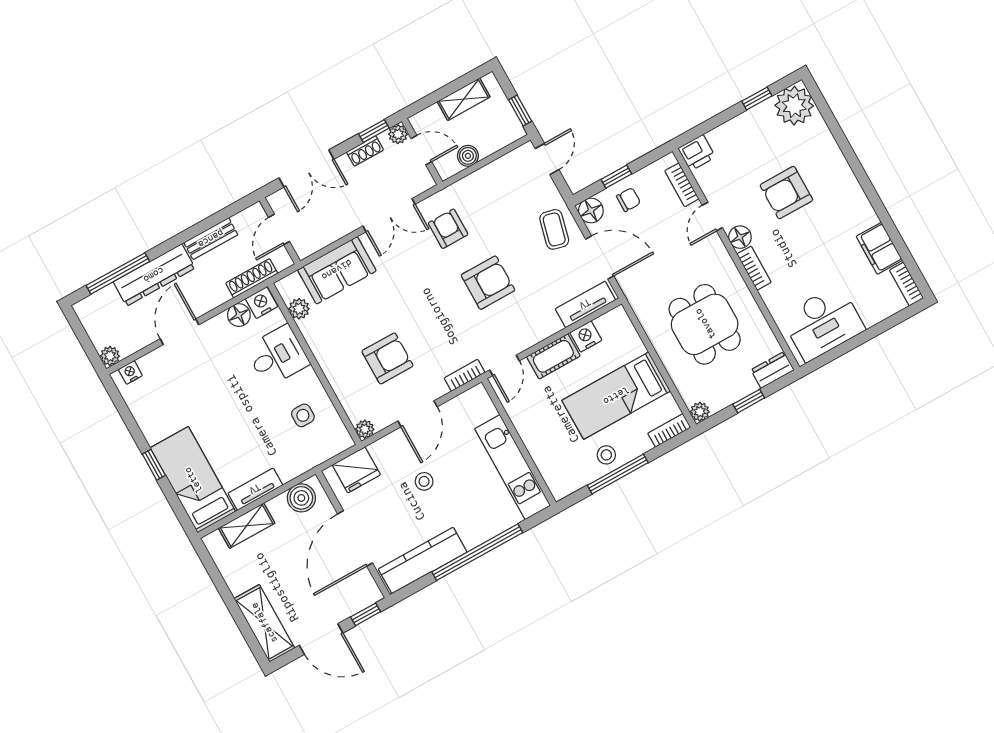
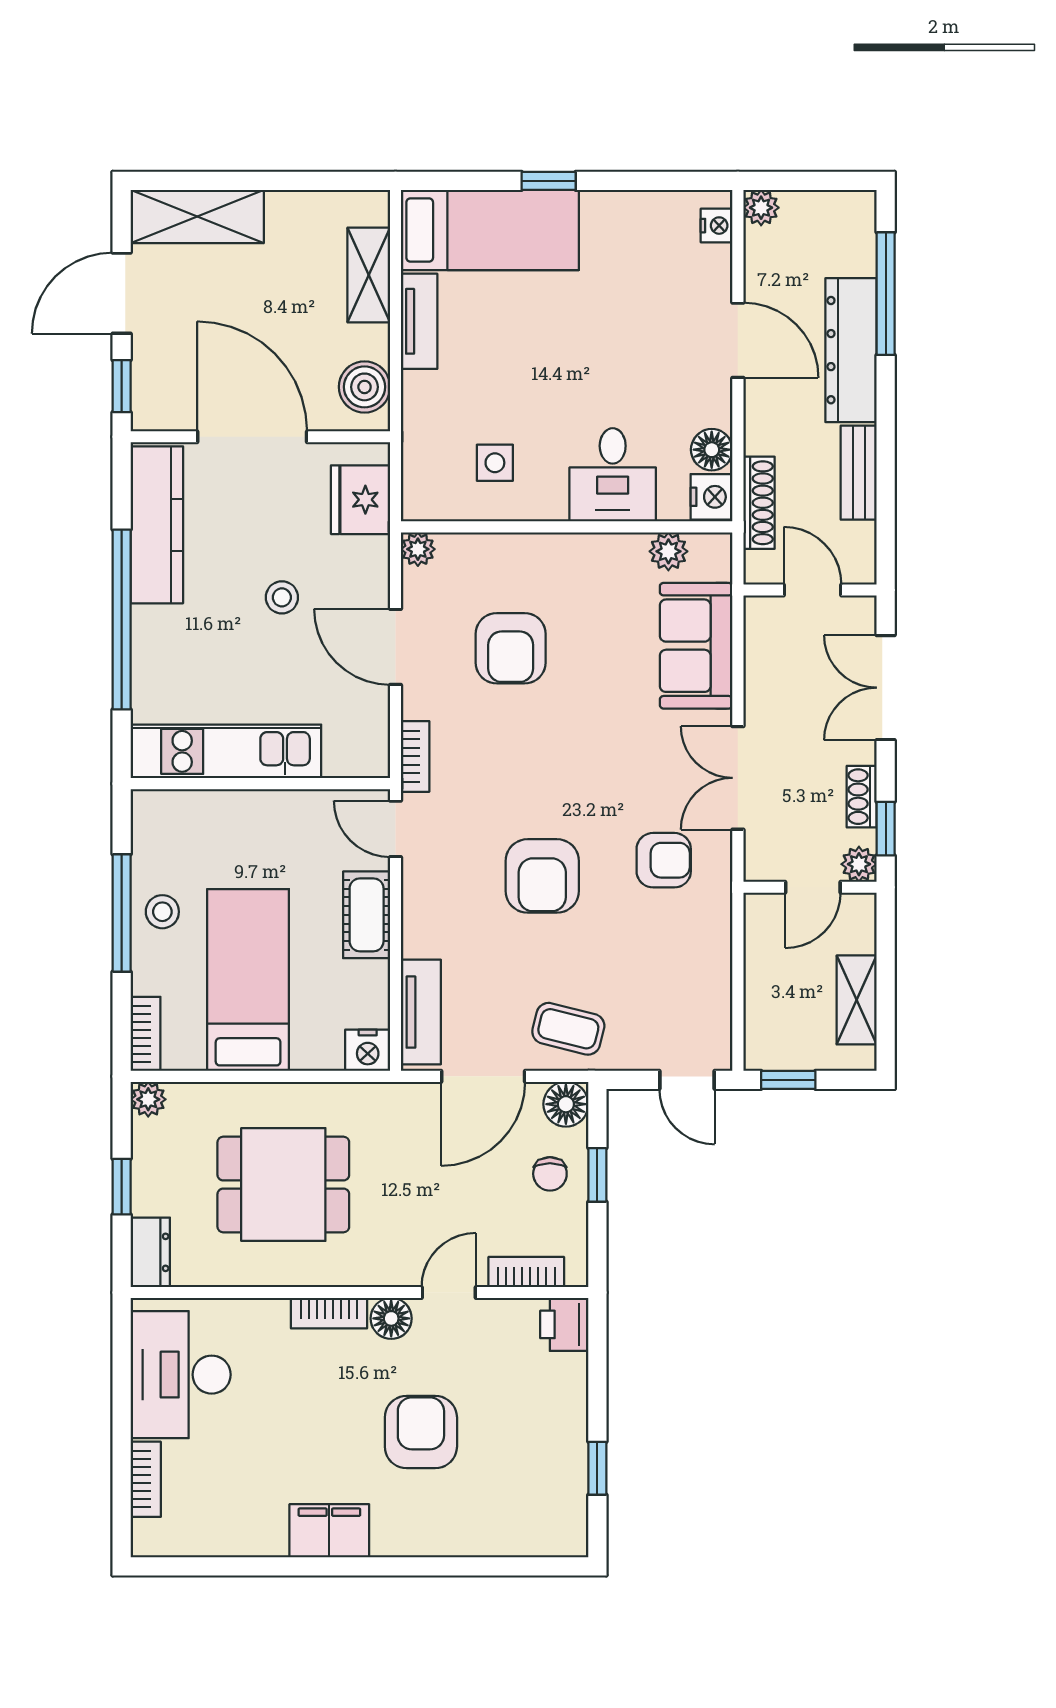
plant: (794, 106) -> (553, 1522), removed
boiler: (468, 156) -> (762, 956), removed
door: (712, 216) -> (449, 1293), hinge flipped
filing cabinet: (879, 248) -> (329, 1531), moved
bookcase: (906, 284) -> (146, 1479), moved, turned 90
nightstand: (586, 336) -> (368, 1050), moved, turned 90

